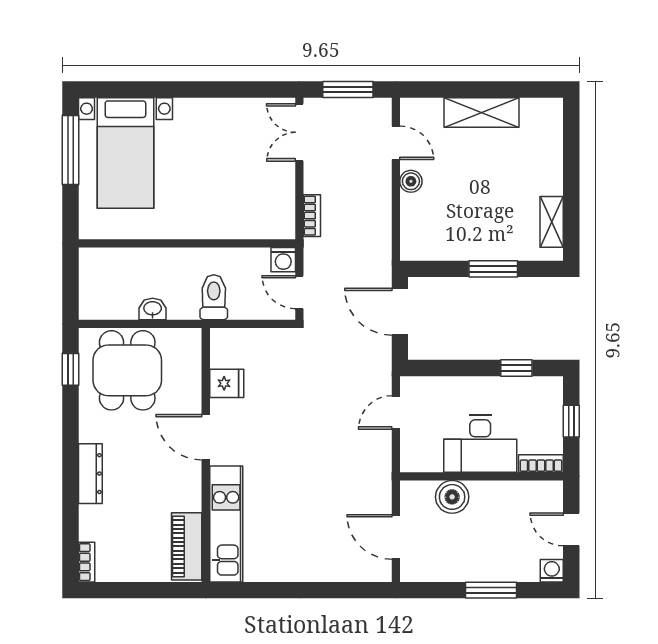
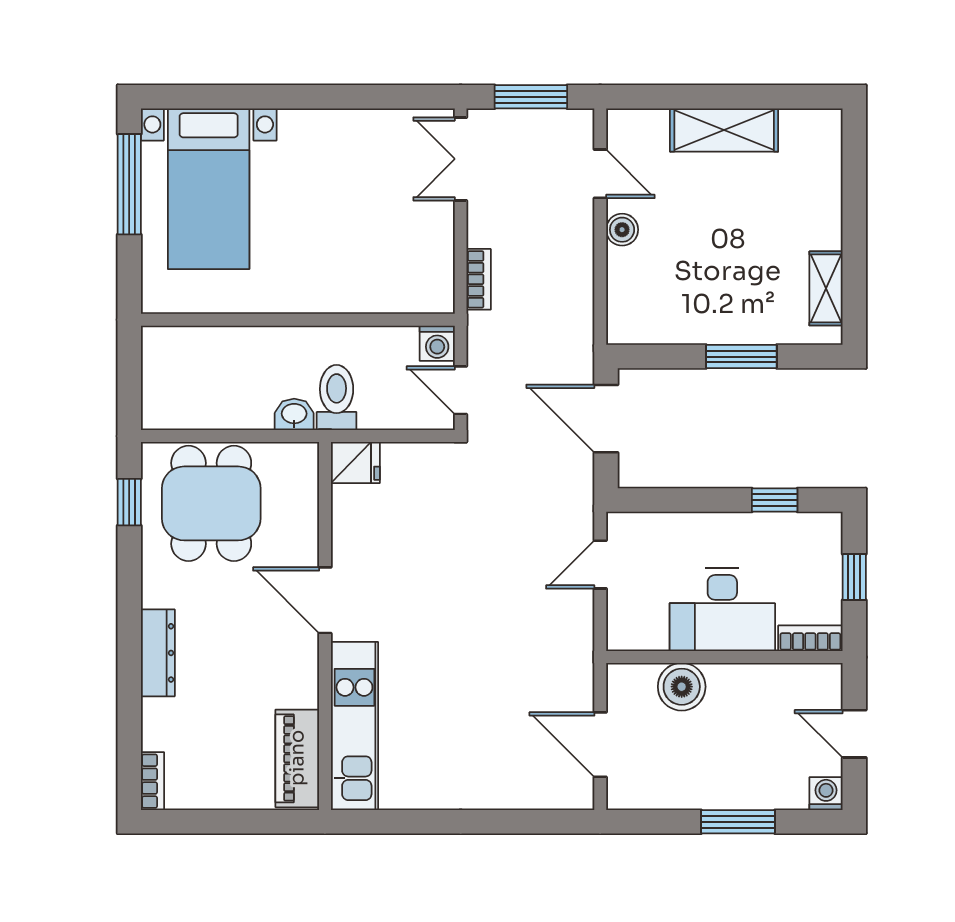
washbasin: (153, 309) -> (294, 414), moved
fridge: (227, 383) -> (355, 462), moved

